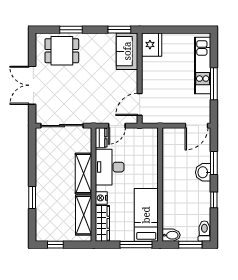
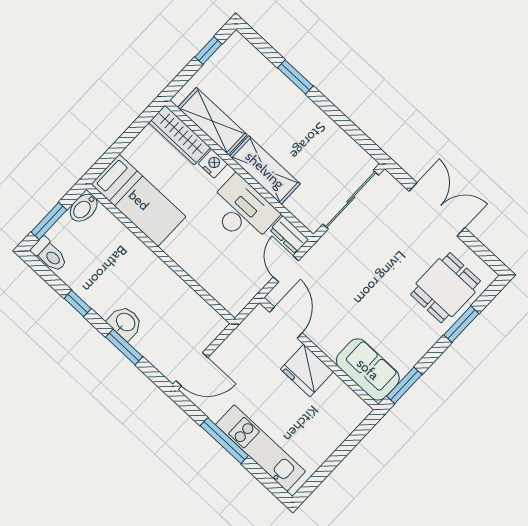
fridge: (152, 45) -> (307, 370), moved
door: (196, 126) -> (192, 369), swing flipped
window: (136, 245) -> (113, 152), removed

